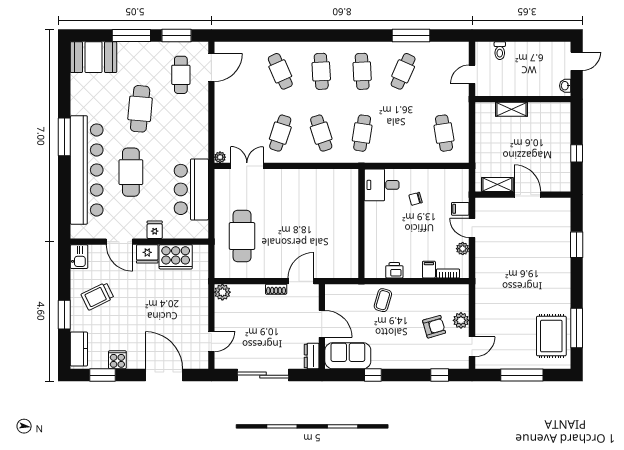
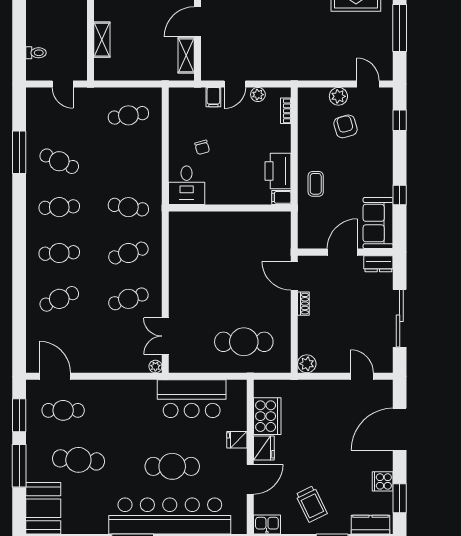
cafe table: (140, 109) -> (78, 460), moved
cafe table: (280, 133) -> (128, 299), turned -36
printer: (394, 270) -> (278, 171), width x1.87, depth x1.48
filing cabinet: (429, 270) -> (281, 197), moved
coffee table: (383, 300) -> (316, 184), turned 74

